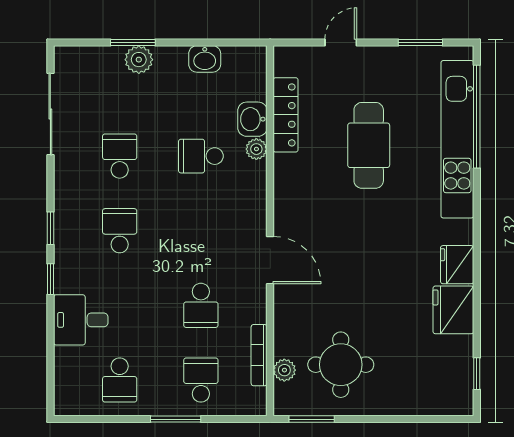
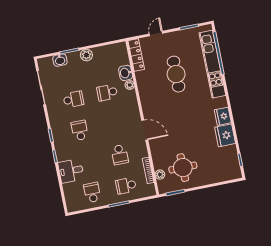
washbasin: (205, 59) -> (60, 60), moved
plant: (139, 60) -> (86, 55), moved
locker: (286, 115) -> (136, 55), moved
school desk: (120, 156) -> (73, 99), turned 90
school desk: (120, 380) -> (92, 192), turned 180
school desk: (201, 380) -> (126, 186), turned -90

